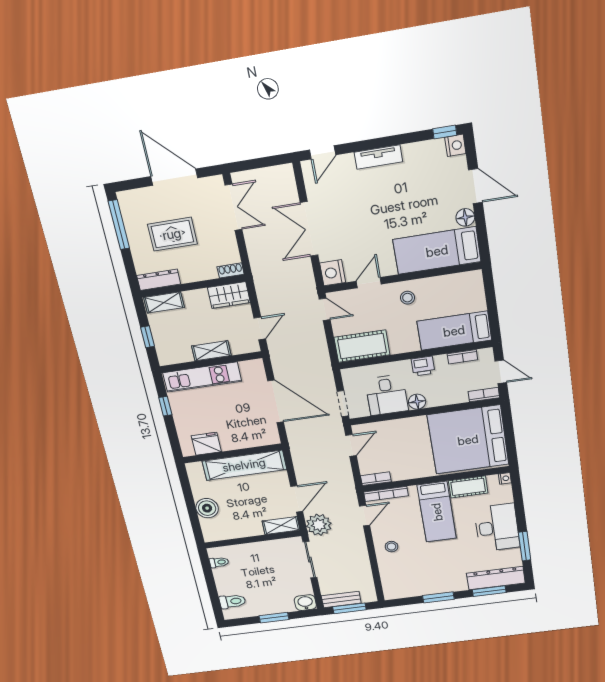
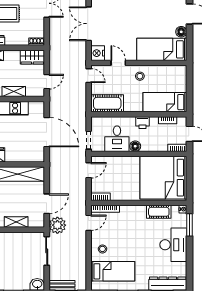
door: (369, 283) -> (118, 63), hinge flipped
bed: (437, 512) -> (113, 271), moved, turned -90
shelving: (281, 526) -> (16, 222), moved
window: (525, 546) -> (190, 225), moved

